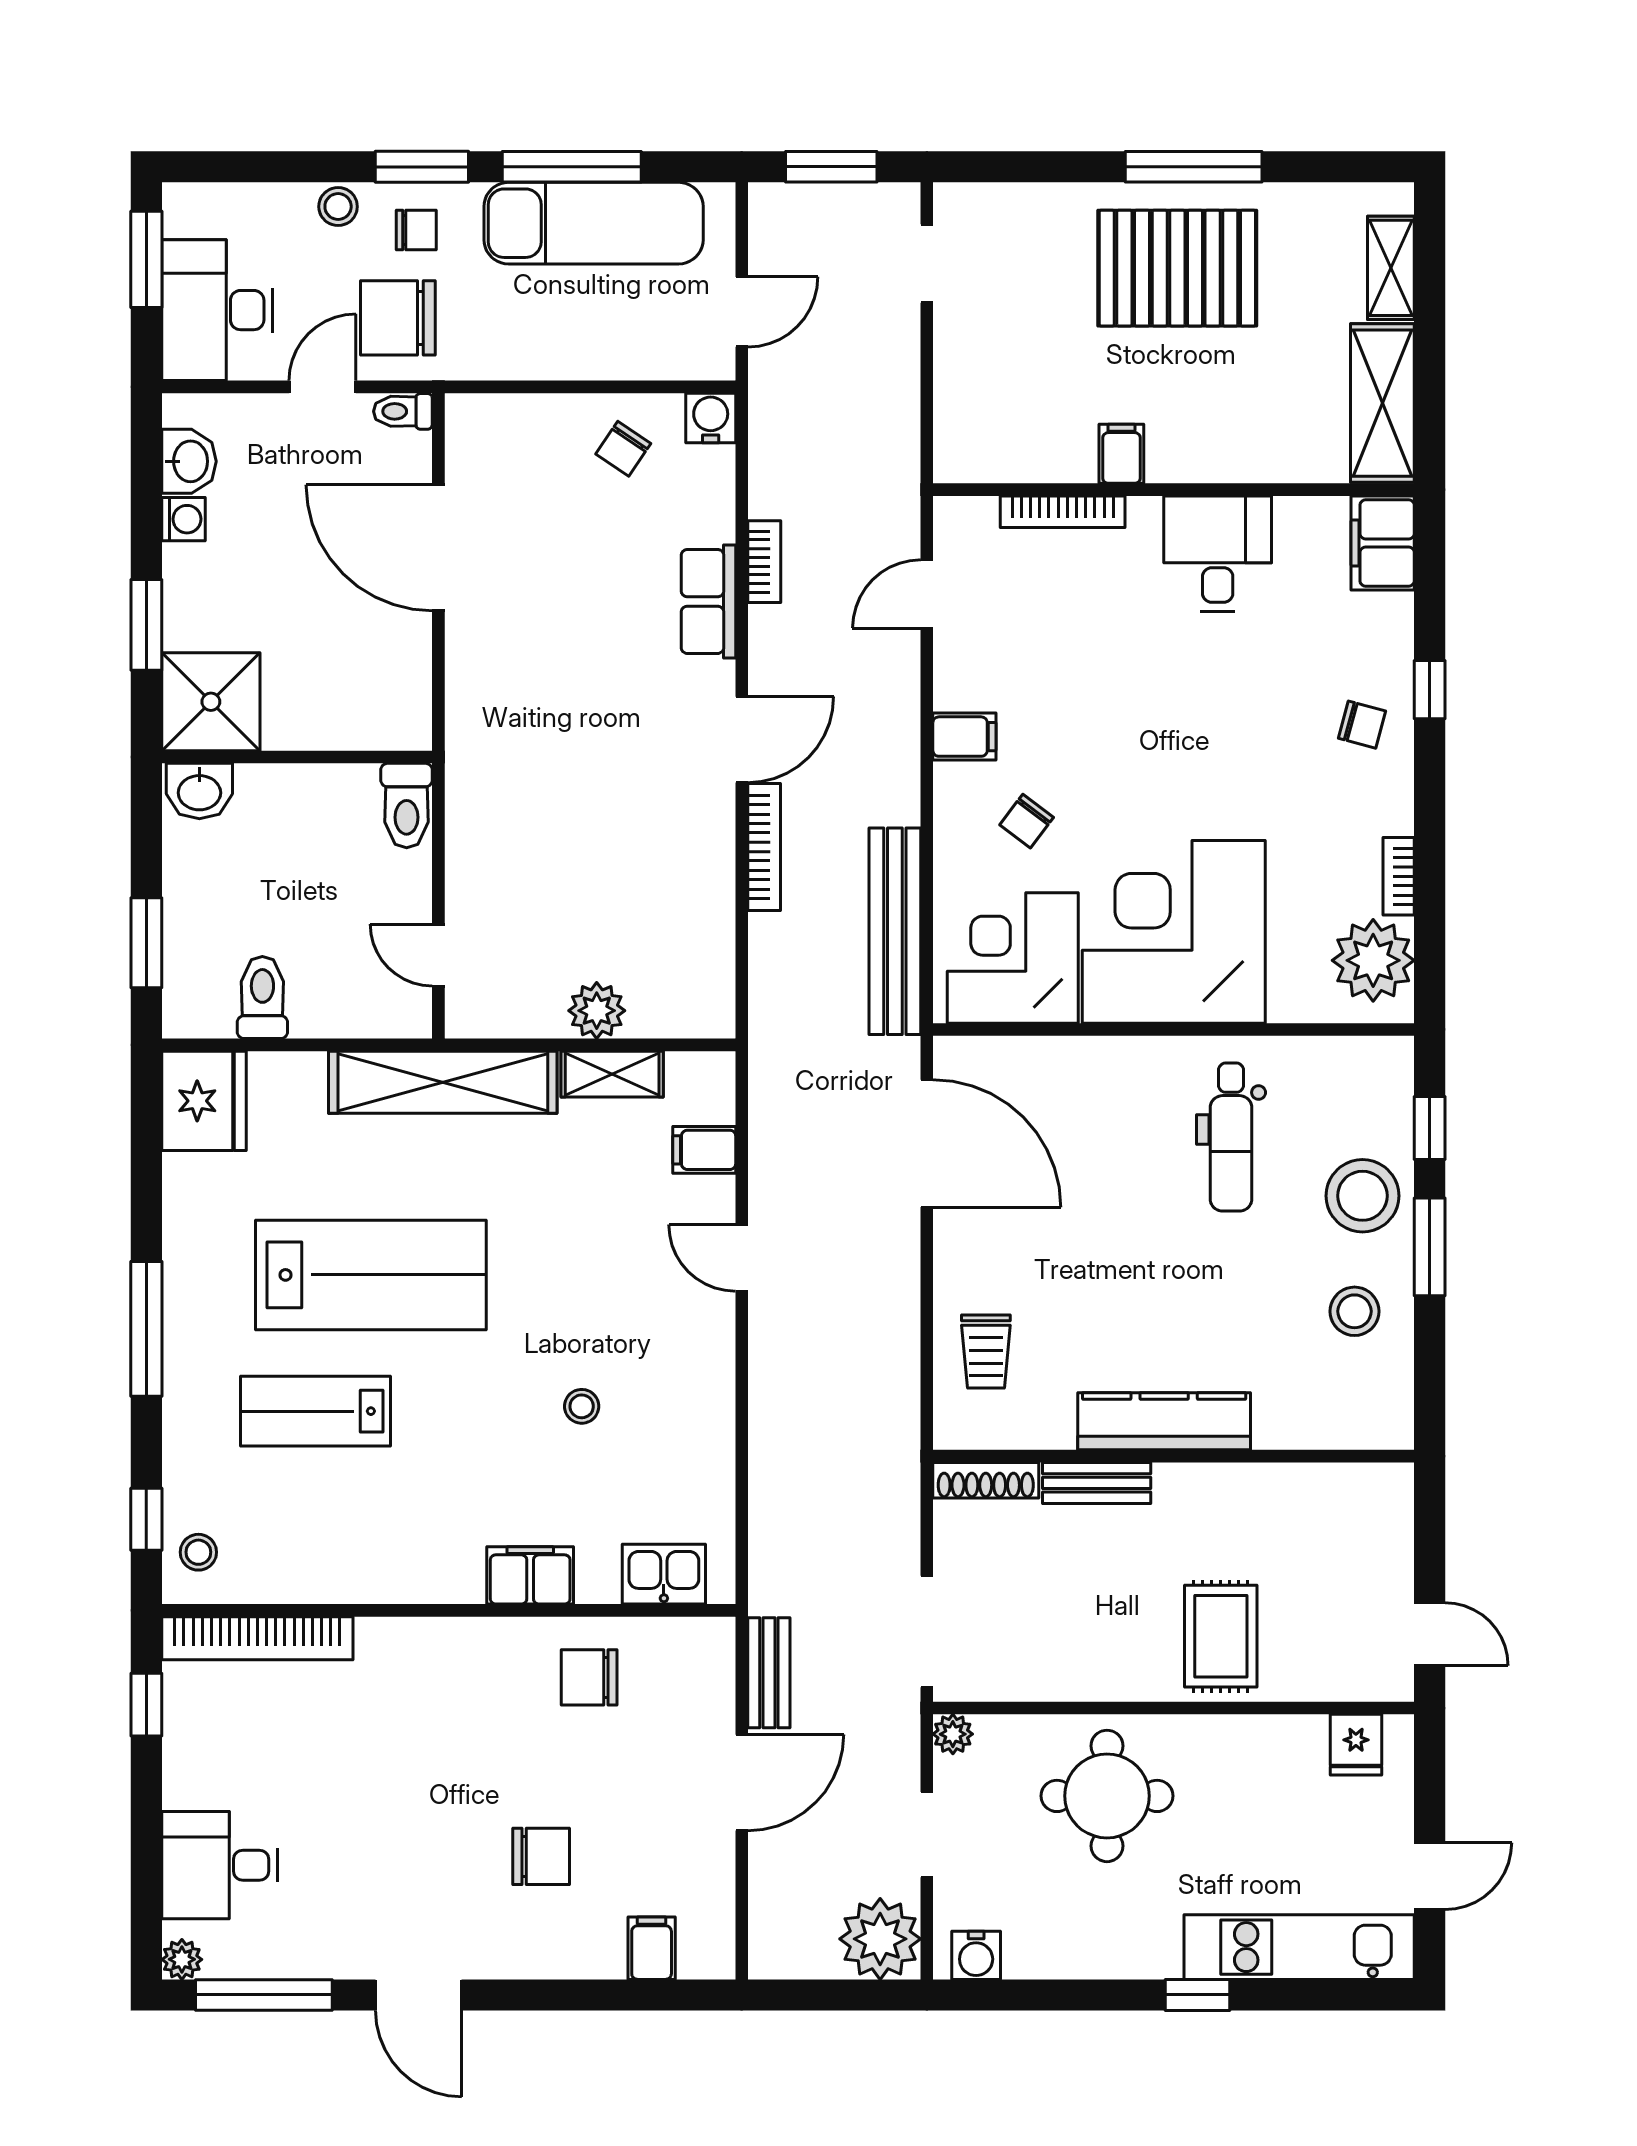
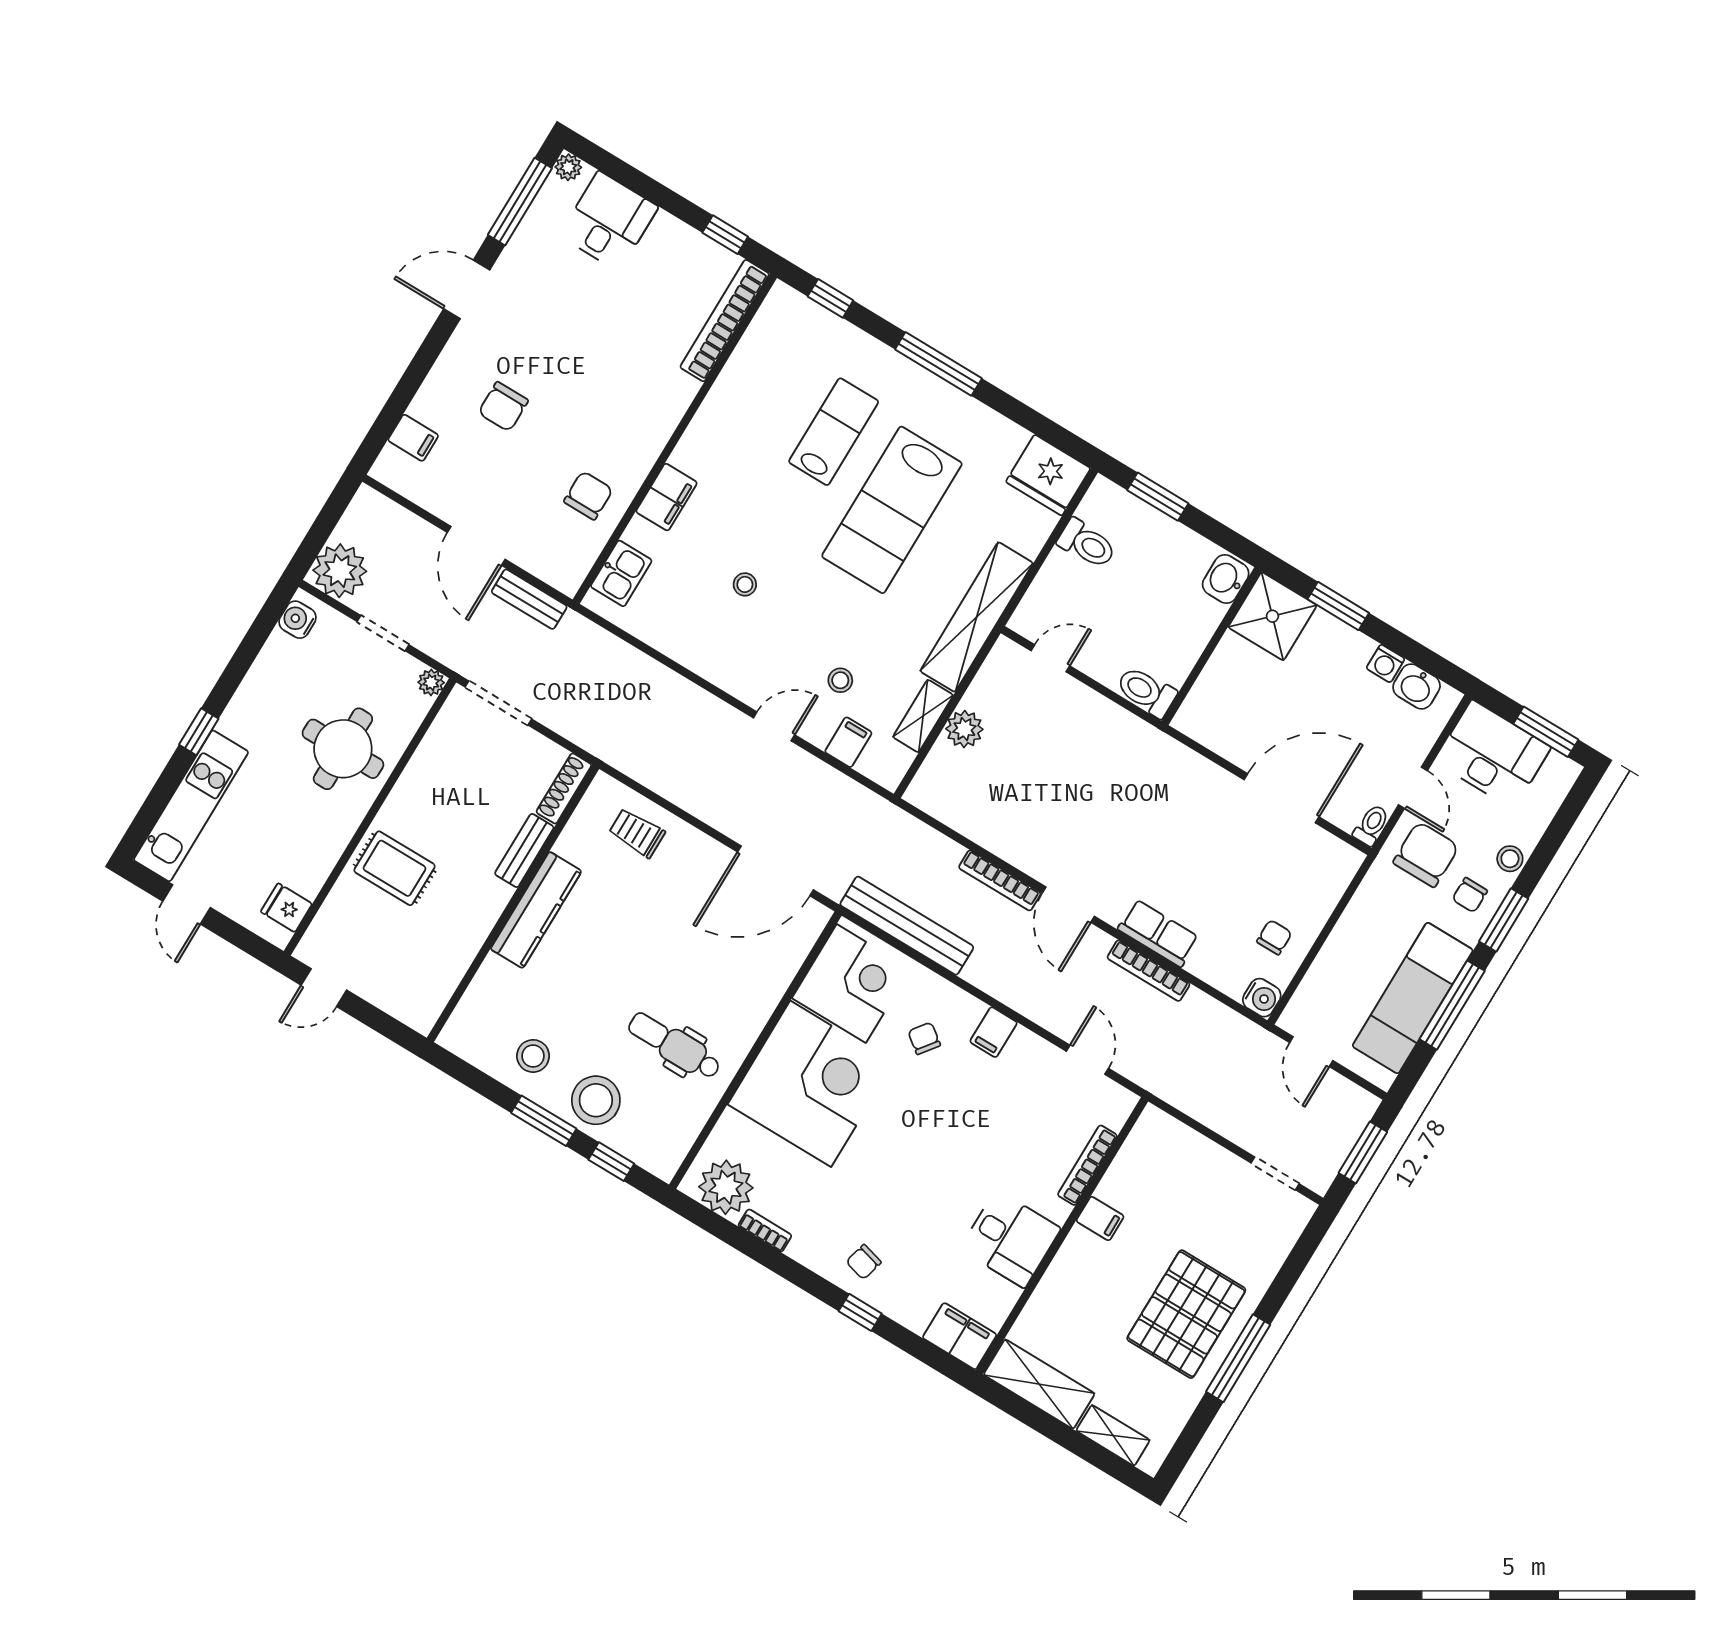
chair: (623, 449) -> (1274, 937), turned 56
bookcase: (764, 562) -> (1149, 971), width x1.56
stool: (198, 1552) -> (840, 680), moved

